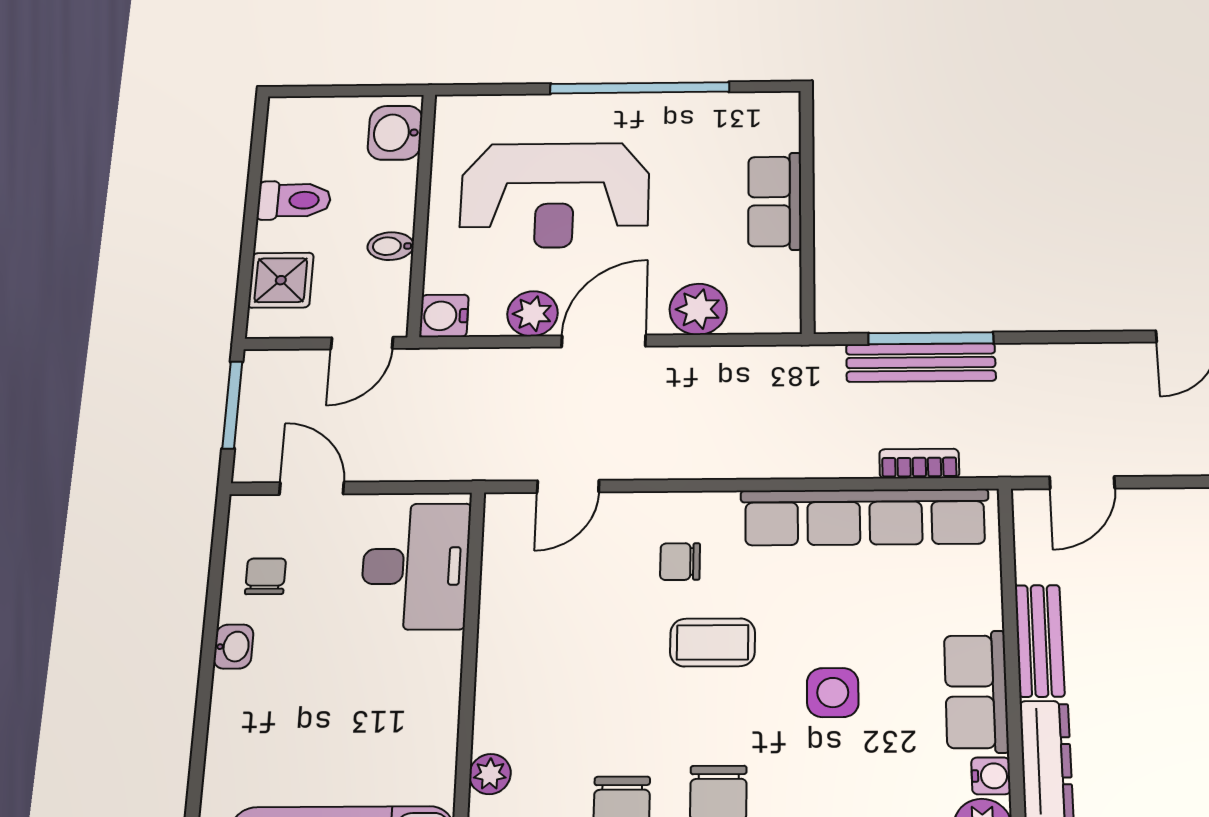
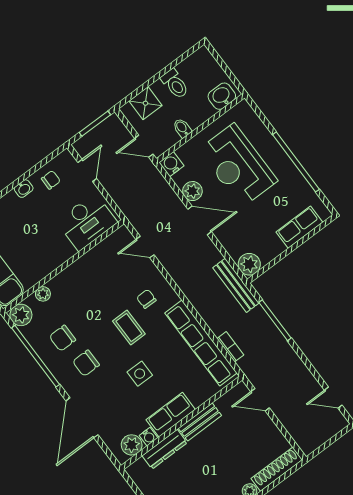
row of seats: (775, 201) -> (299, 227), moved
plant: (698, 309) -> (249, 264), moved
bench: (921, 362) -> (236, 285), moved

